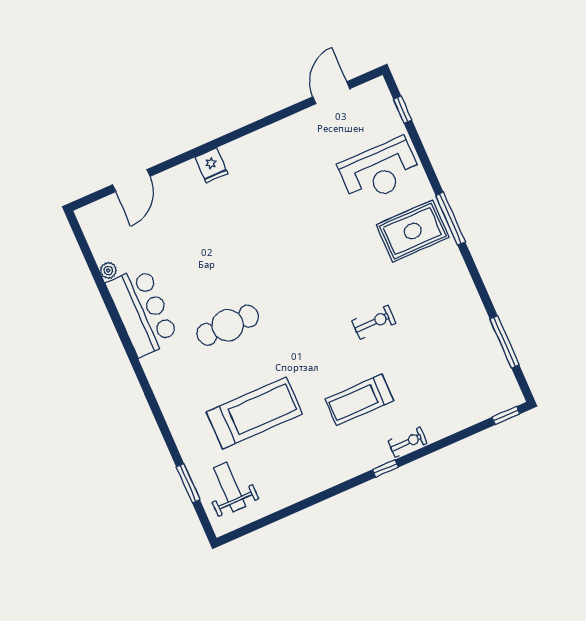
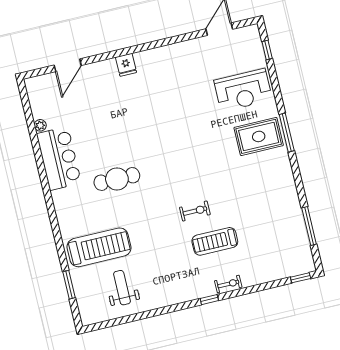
exercise bike: (374, 322) -> (195, 211), moved
treadmill: (359, 400) -> (215, 241), moved
treadmill: (254, 413) -> (99, 247), moved
weight bench: (230, 487) -> (122, 288), moved

